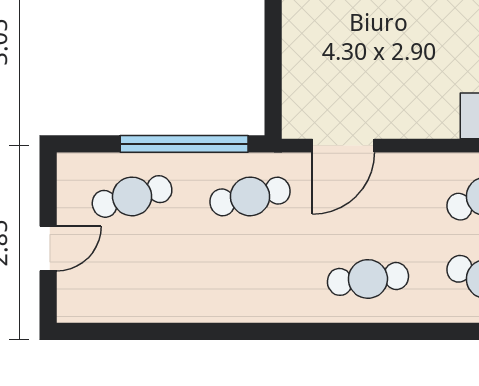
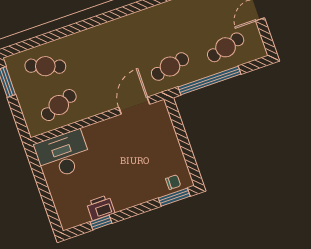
cafe table: (368, 279) -> (101, 47), removed

